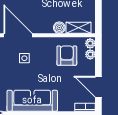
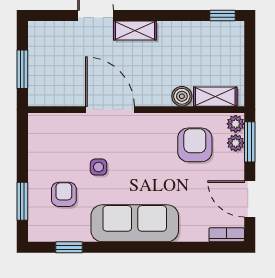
window: (98, 54) -> (250, 142), added
side table: (24, 58) -> (99, 167), moved

